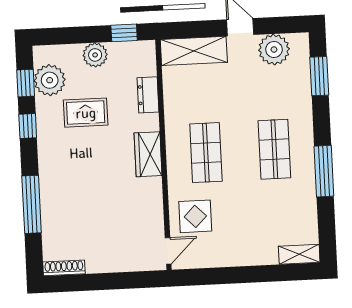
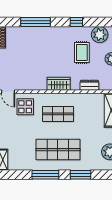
window: (319, 76) -> (80, 175), moved
window: (26, 83) -> (99, 22), removed
shop shelf: (274, 149) -> (58, 150), width x1.43, depth x1.36

